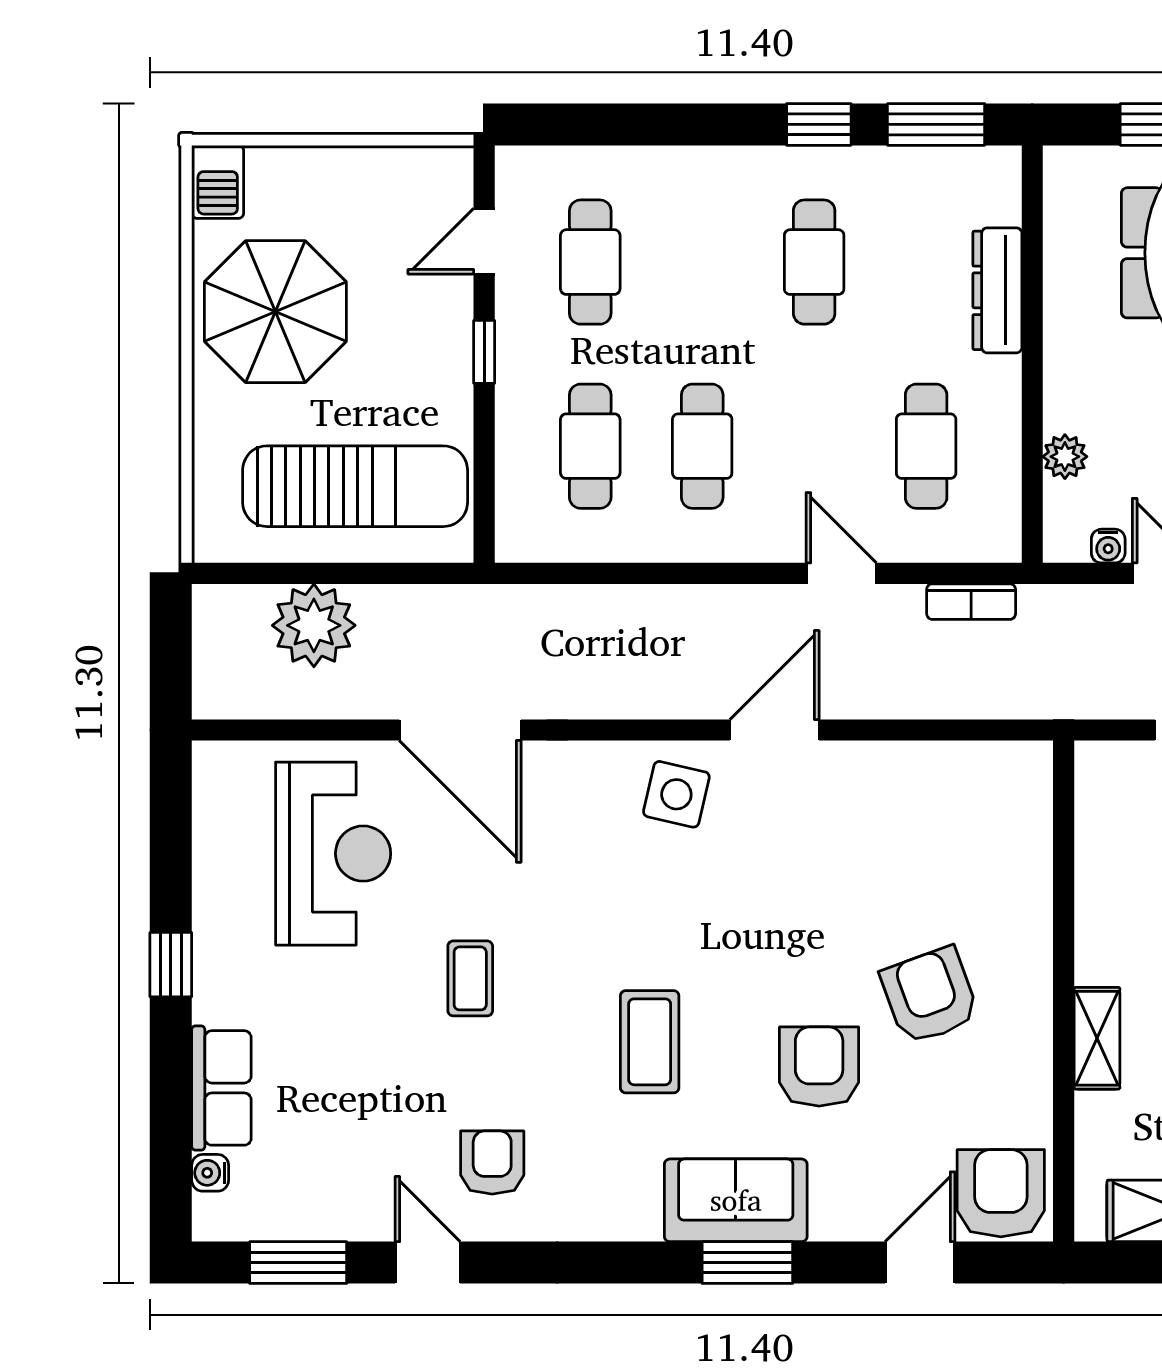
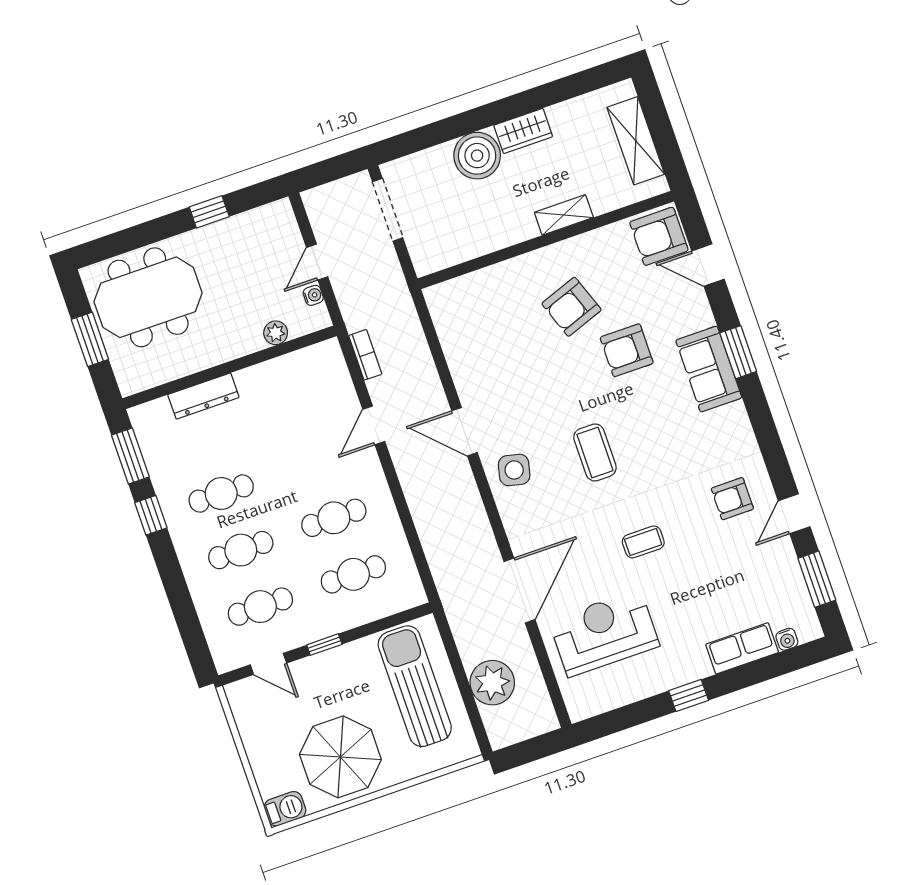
cafe table: (926, 446) -> (241, 550), moved
coffee table: (650, 1042) -> (595, 452), moved, turned 90

